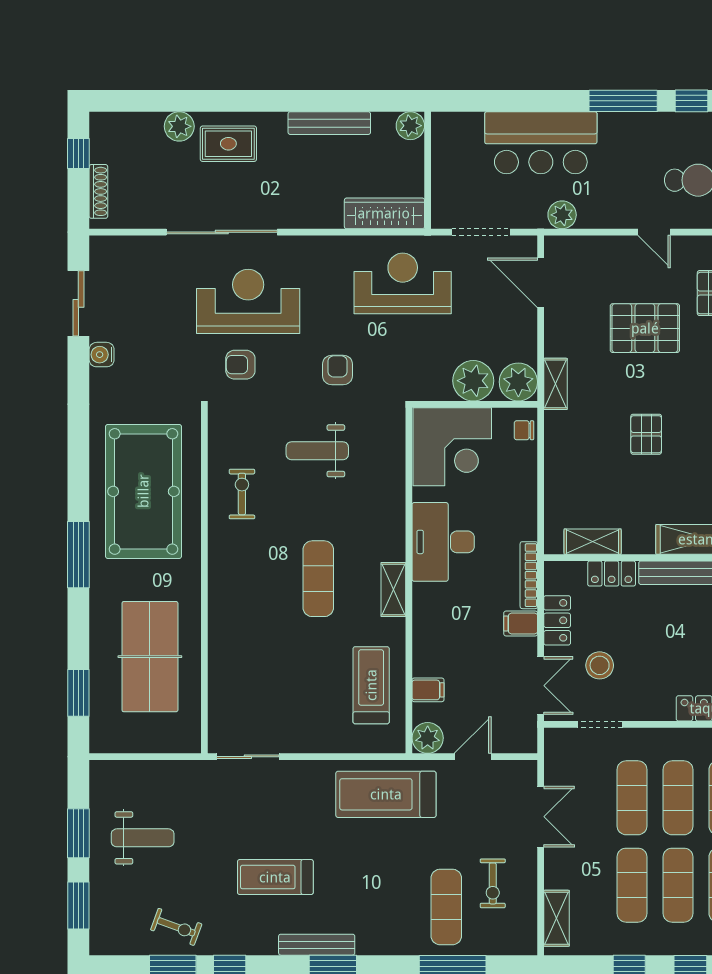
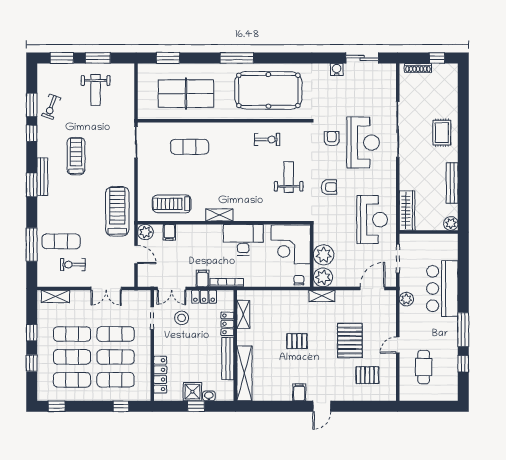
plant: (179, 126) -> (450, 108), removed
exercise mat: (318, 579) -> (190, 147), moved
treadmill: (371, 685) -> (172, 204), turned 180

